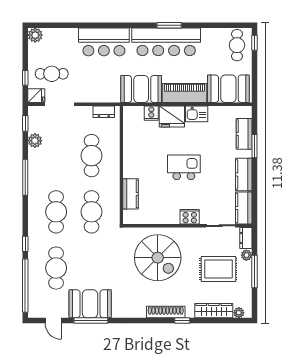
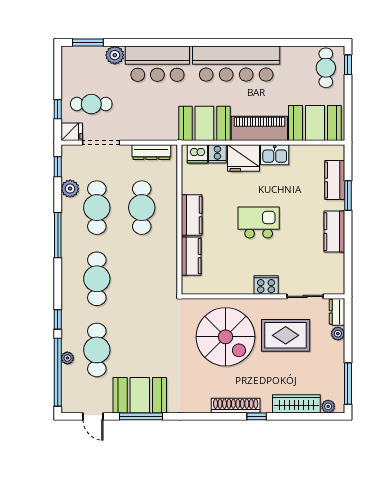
window: (169, 25) -> (88, 43), moved
plant: (35, 35) -> (115, 55), moved
dresser: (104, 112) -> (151, 152), width x1.44
dishwasher: (135, 113) -> (197, 154), added
kitchen counter: (244, 208) -> (192, 215), moved, turned 180
cafe table: (92, 212) -> (97, 208), moved
rug: (218, 269) -> (286, 335), moved
window: (254, 272) -> (348, 384), moved
plant: (33, 274) -> (67, 358), added

